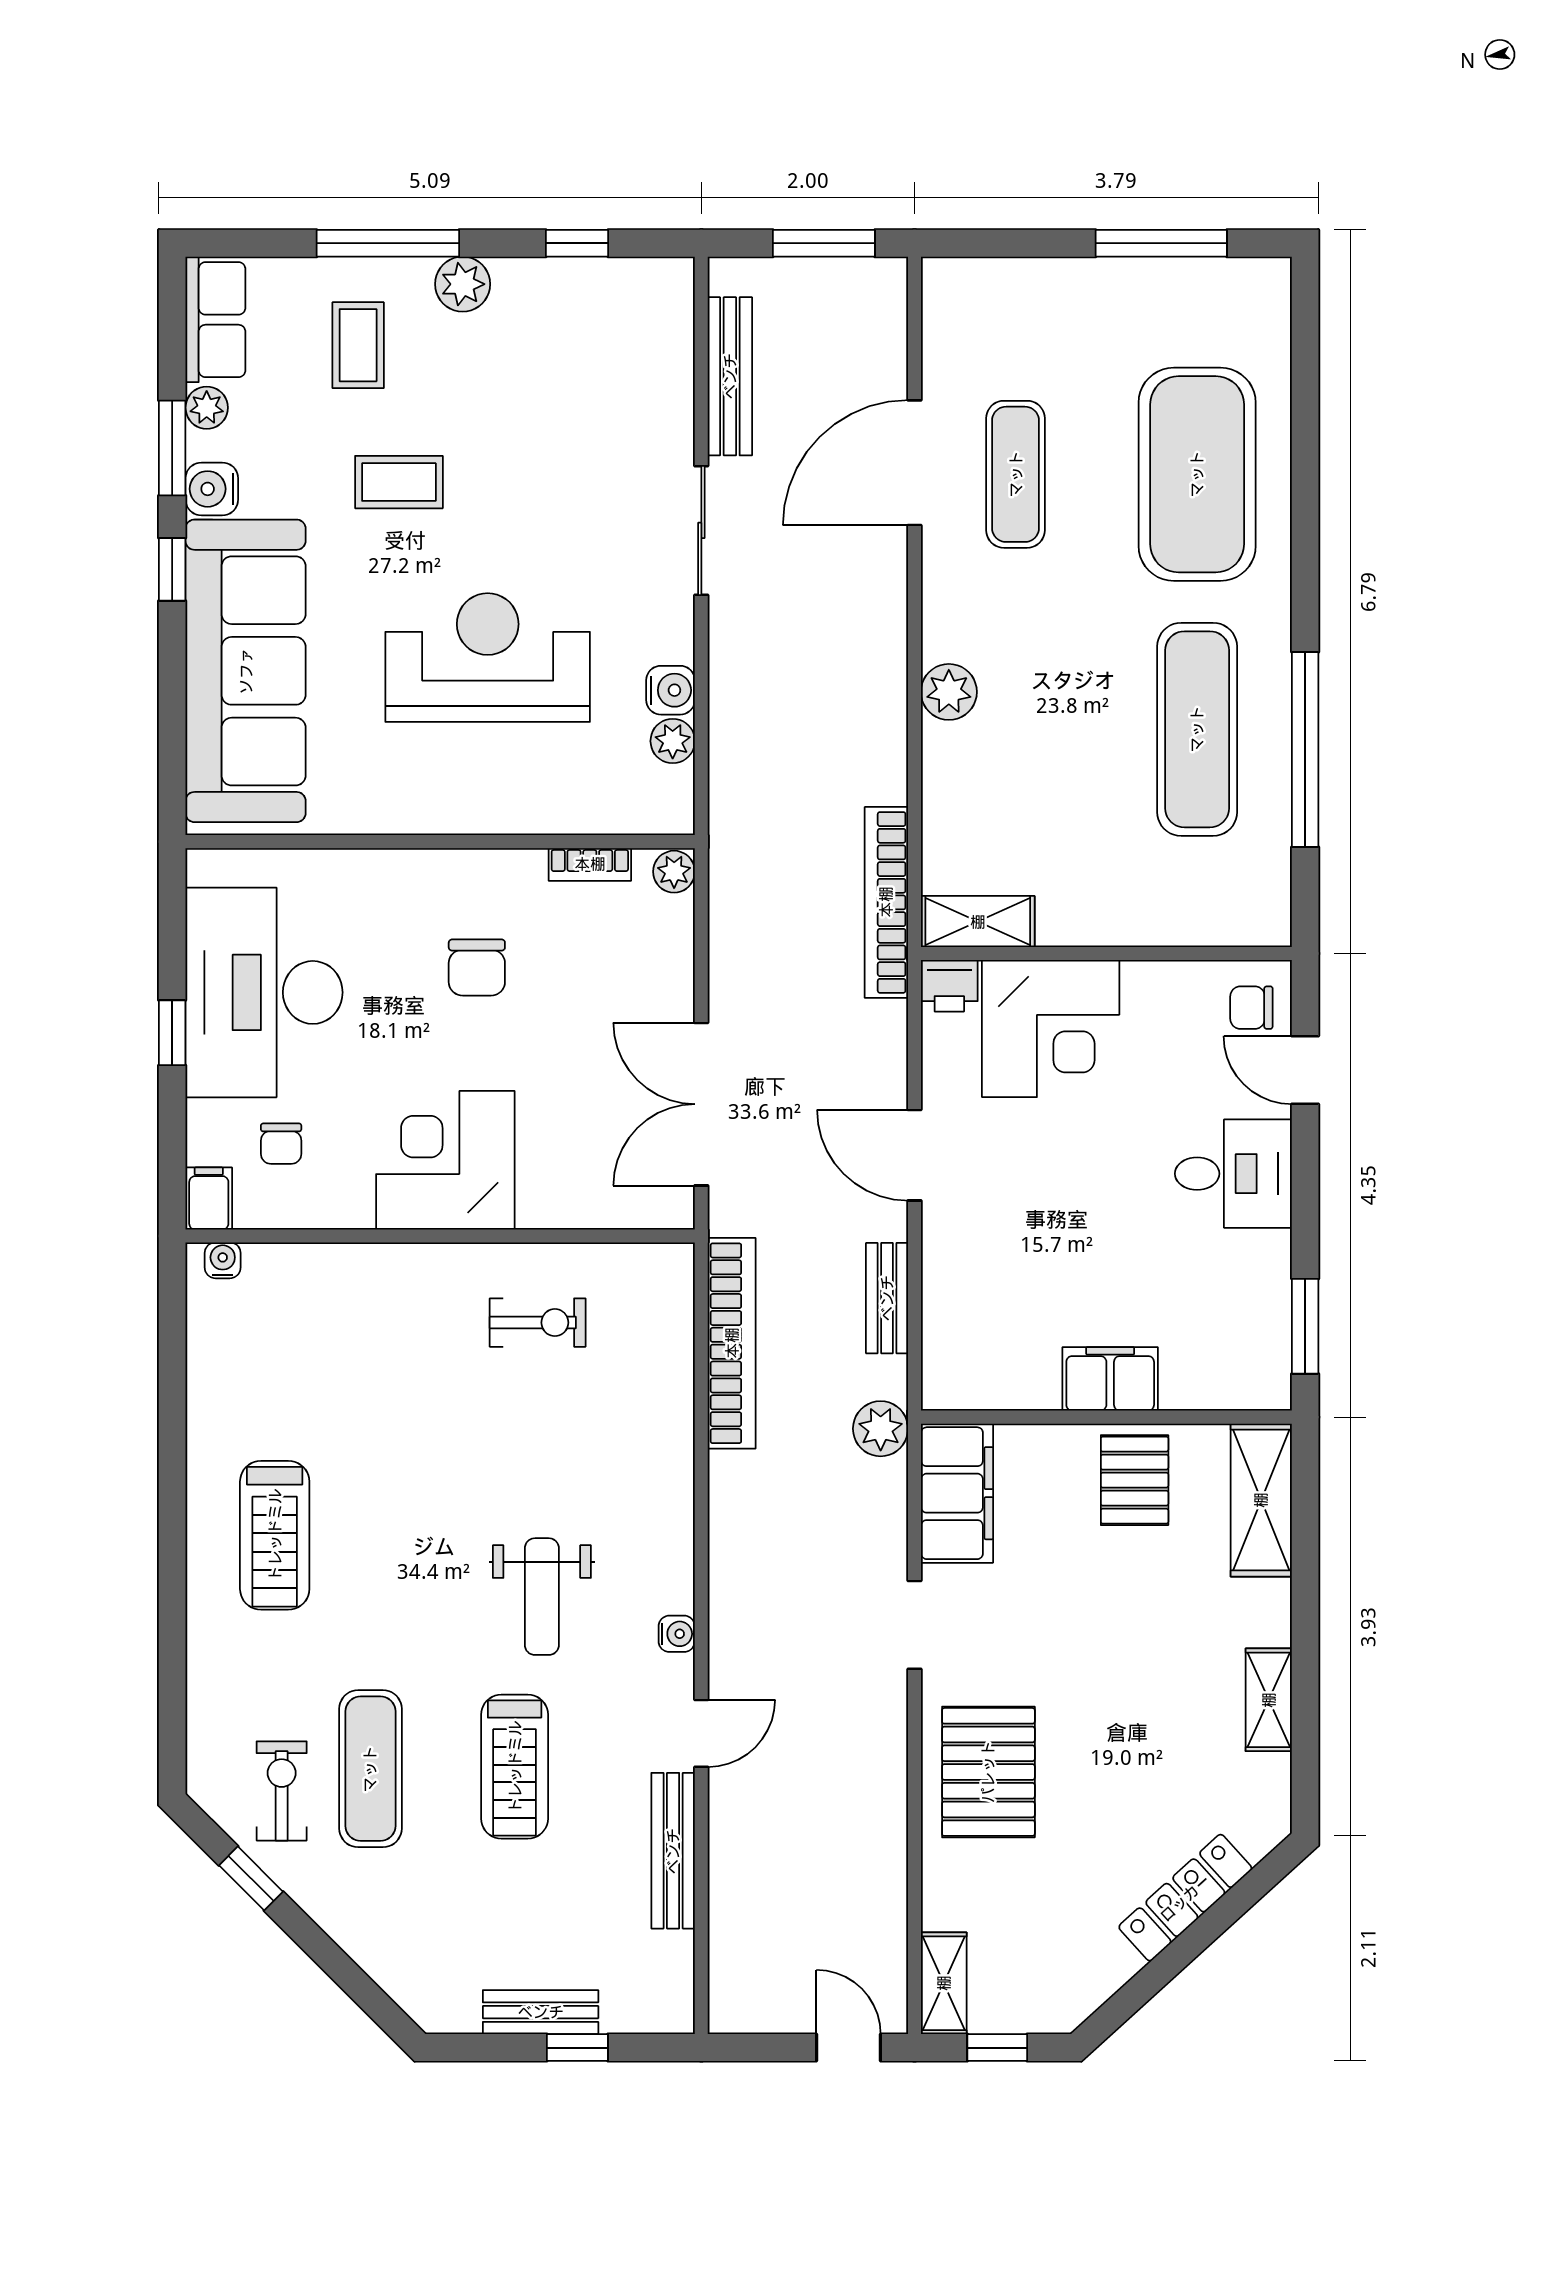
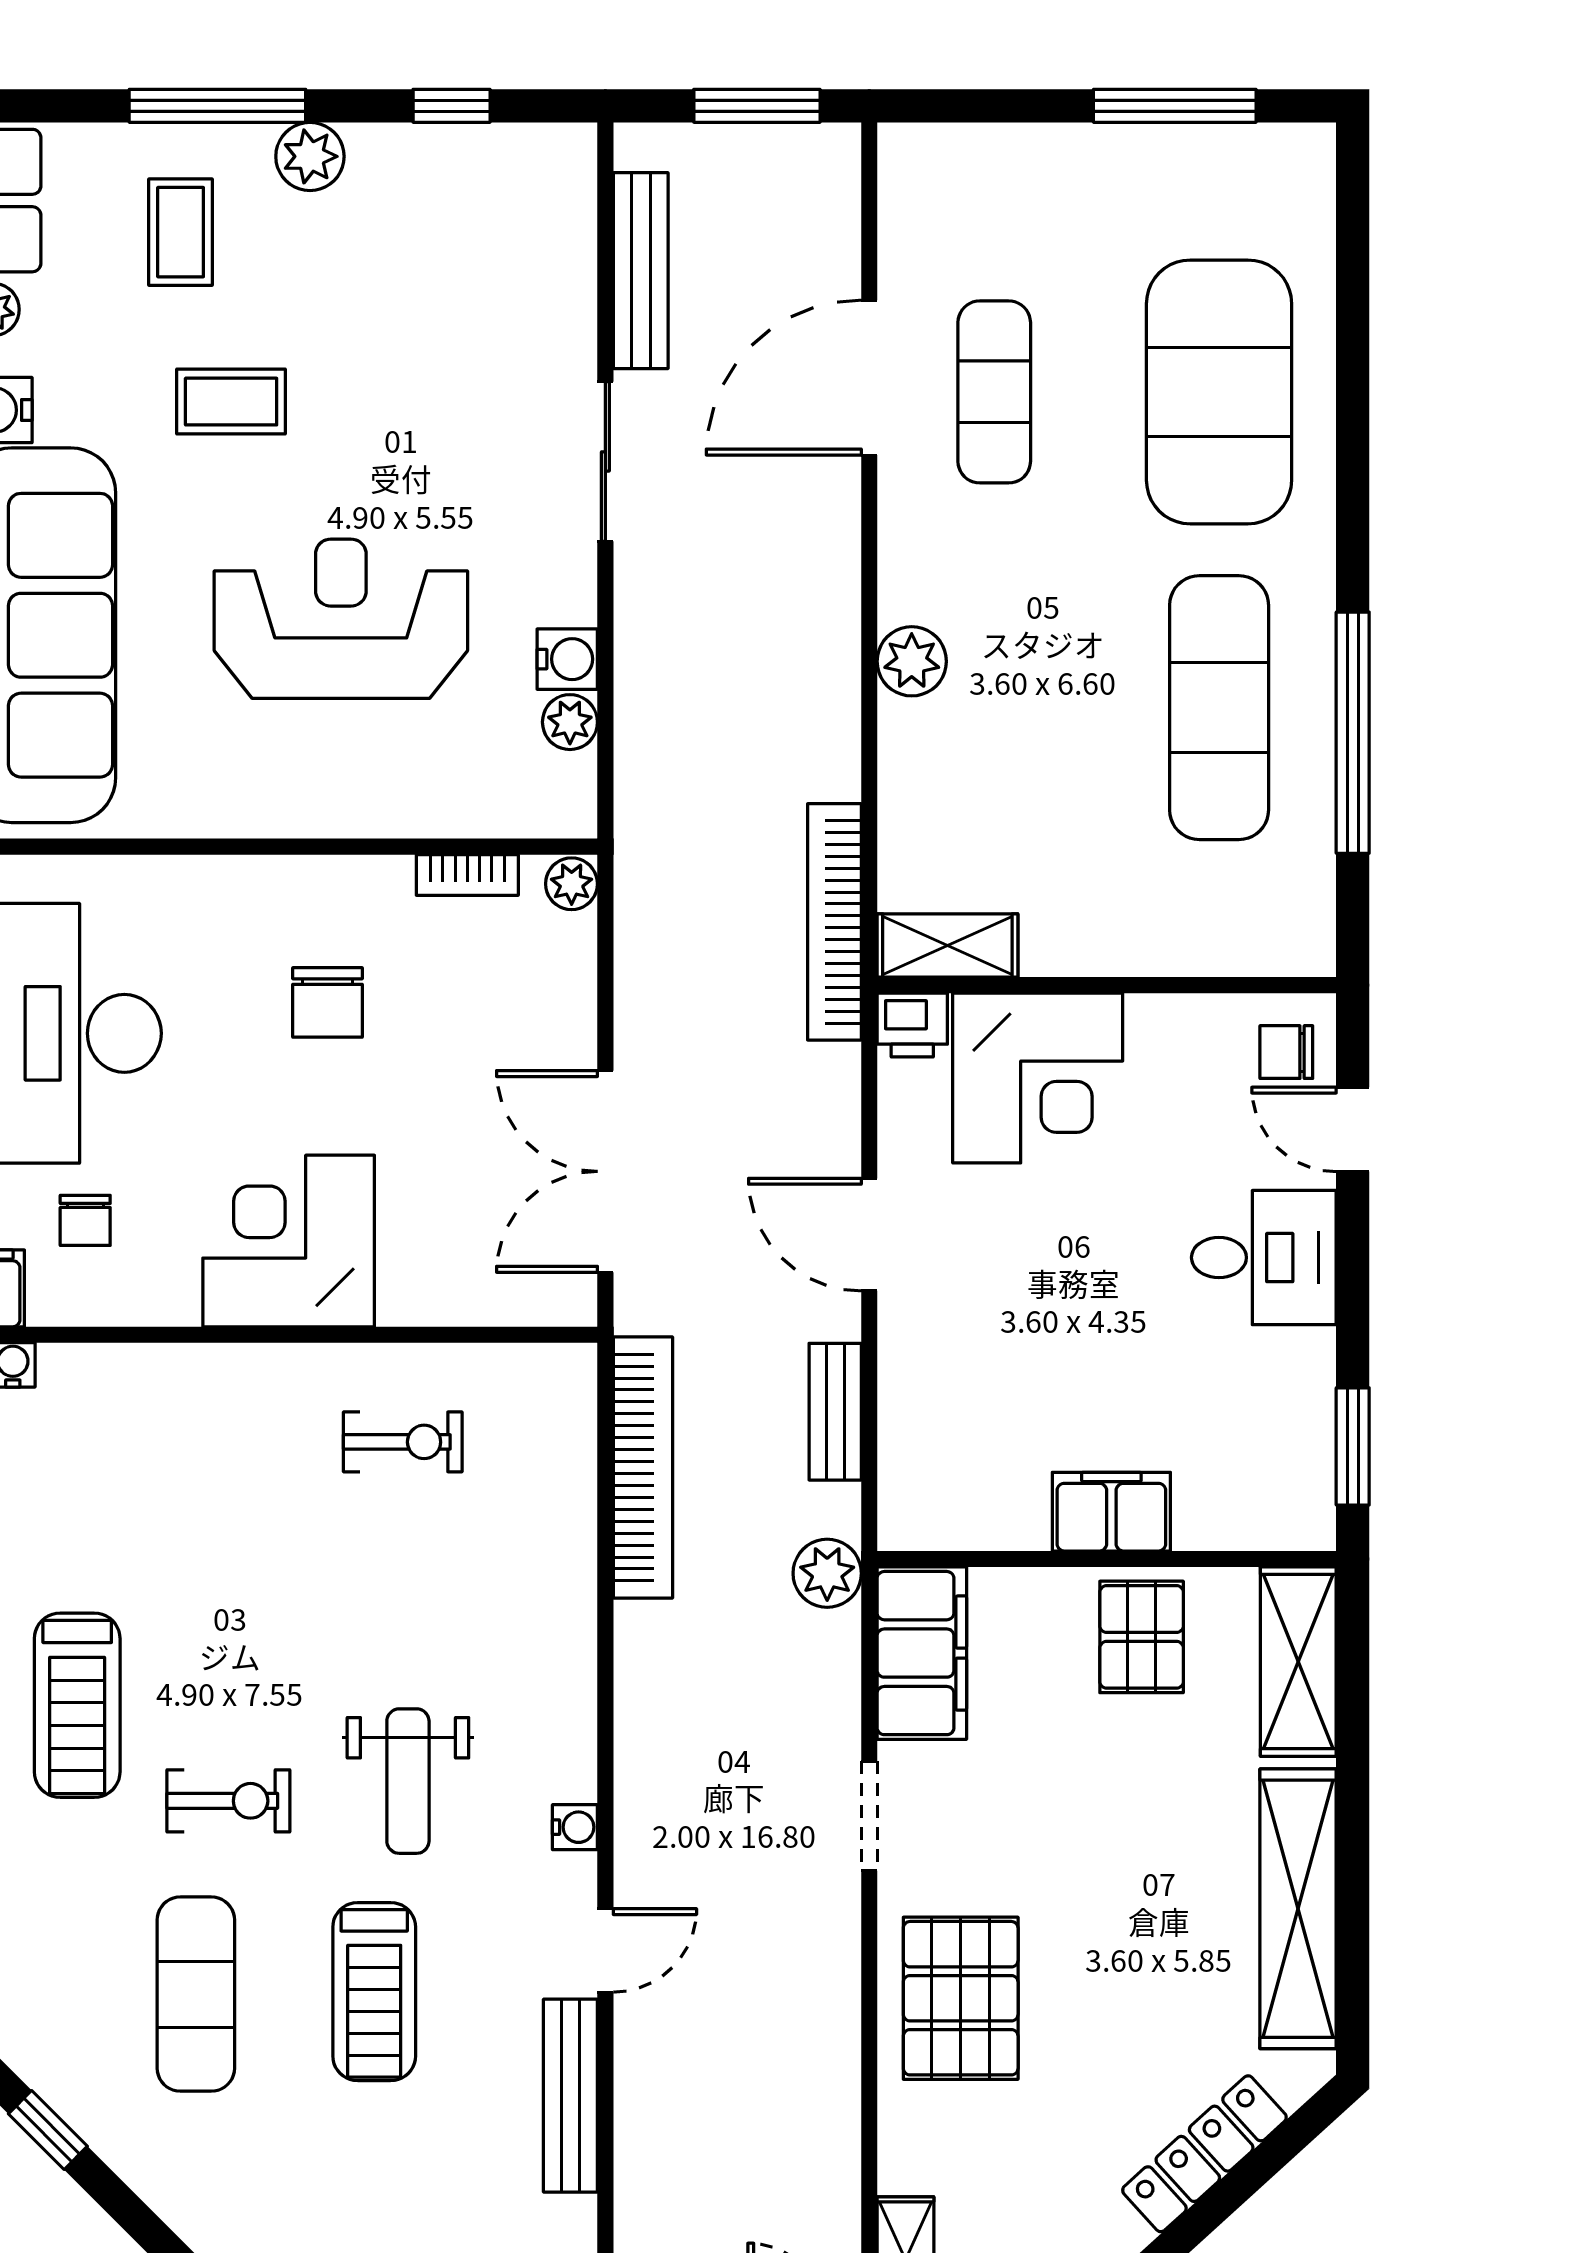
shelving: (1269, 1700) -> (1298, 1909), width x2.20, depth x1.33
exercise bike: (282, 1791) -> (228, 1801), moved, turned 90

